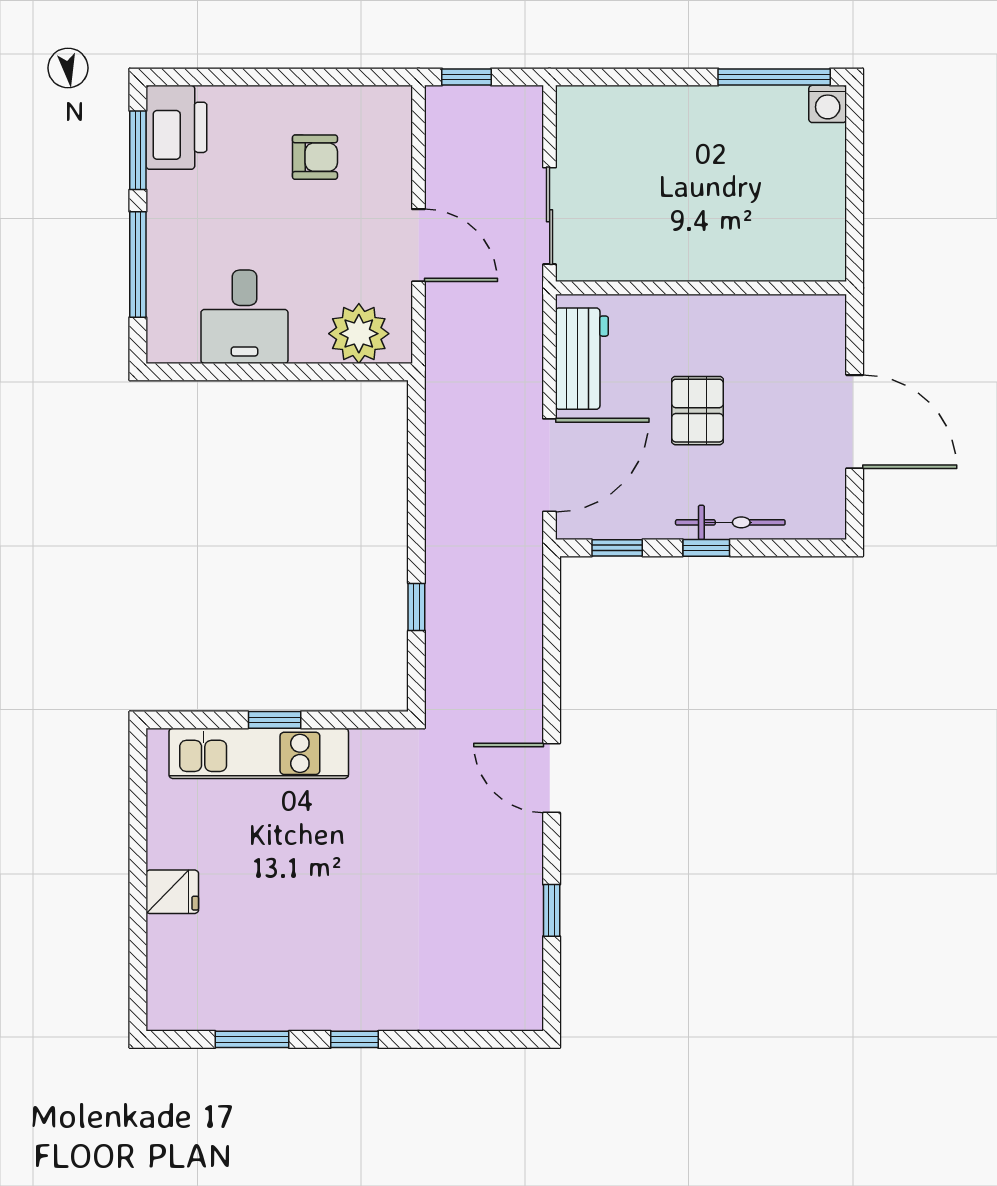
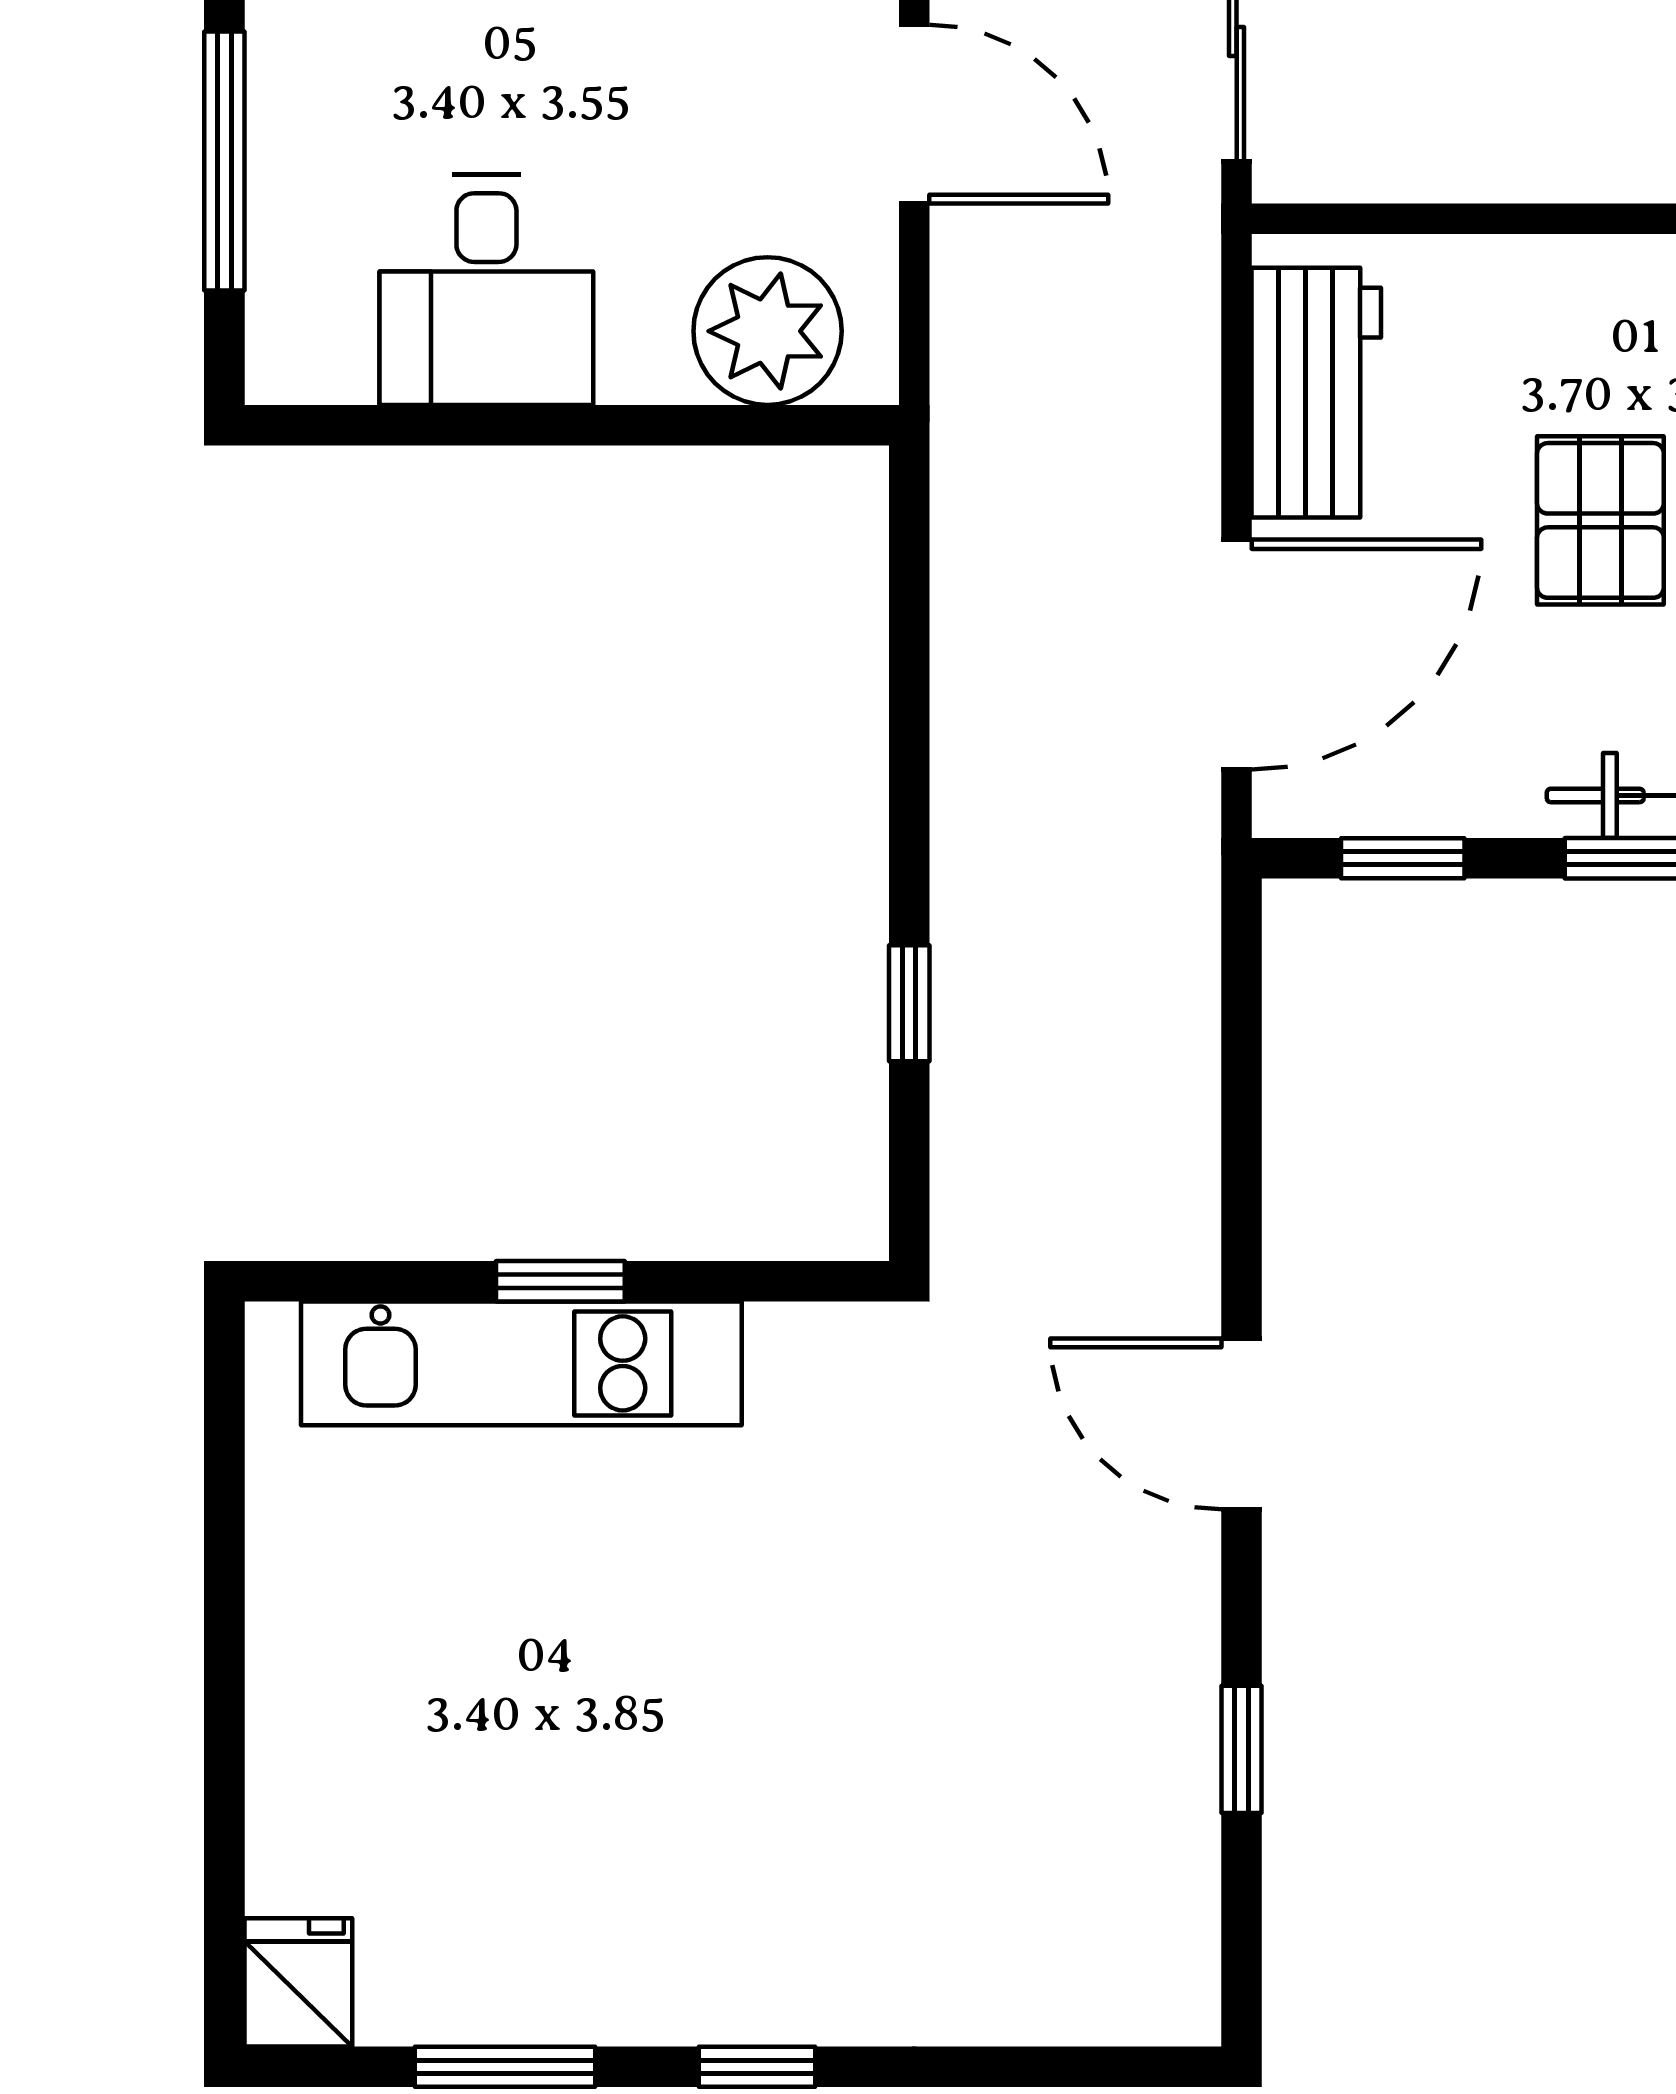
fridge: (172, 892) -> (298, 1982), moved, turned -90

